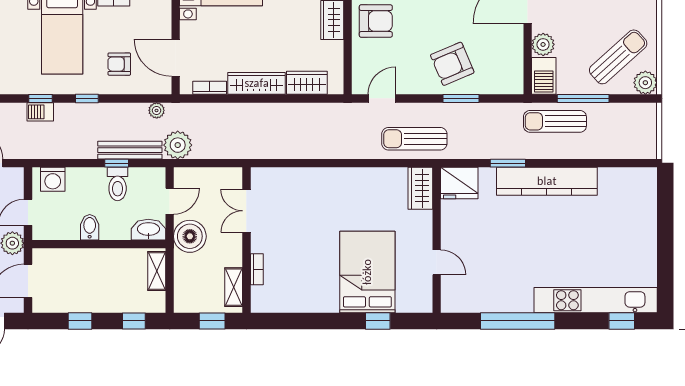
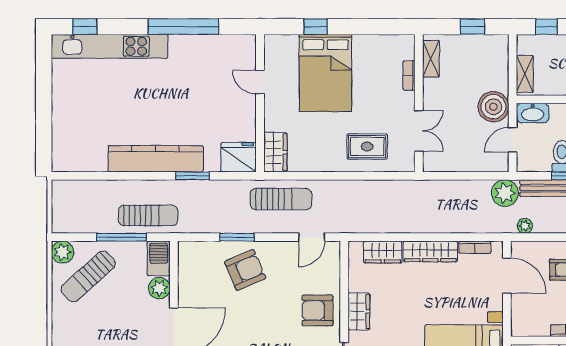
rug: (323, 194) -> (367, 147), added
double door: (246, 211) -> (419, 131), moved
wall: (246, 240) -> (419, 103), moved
bookcase: (257, 269) -> (409, 76), moved
shelving: (234, 287) -> (431, 59), moved

